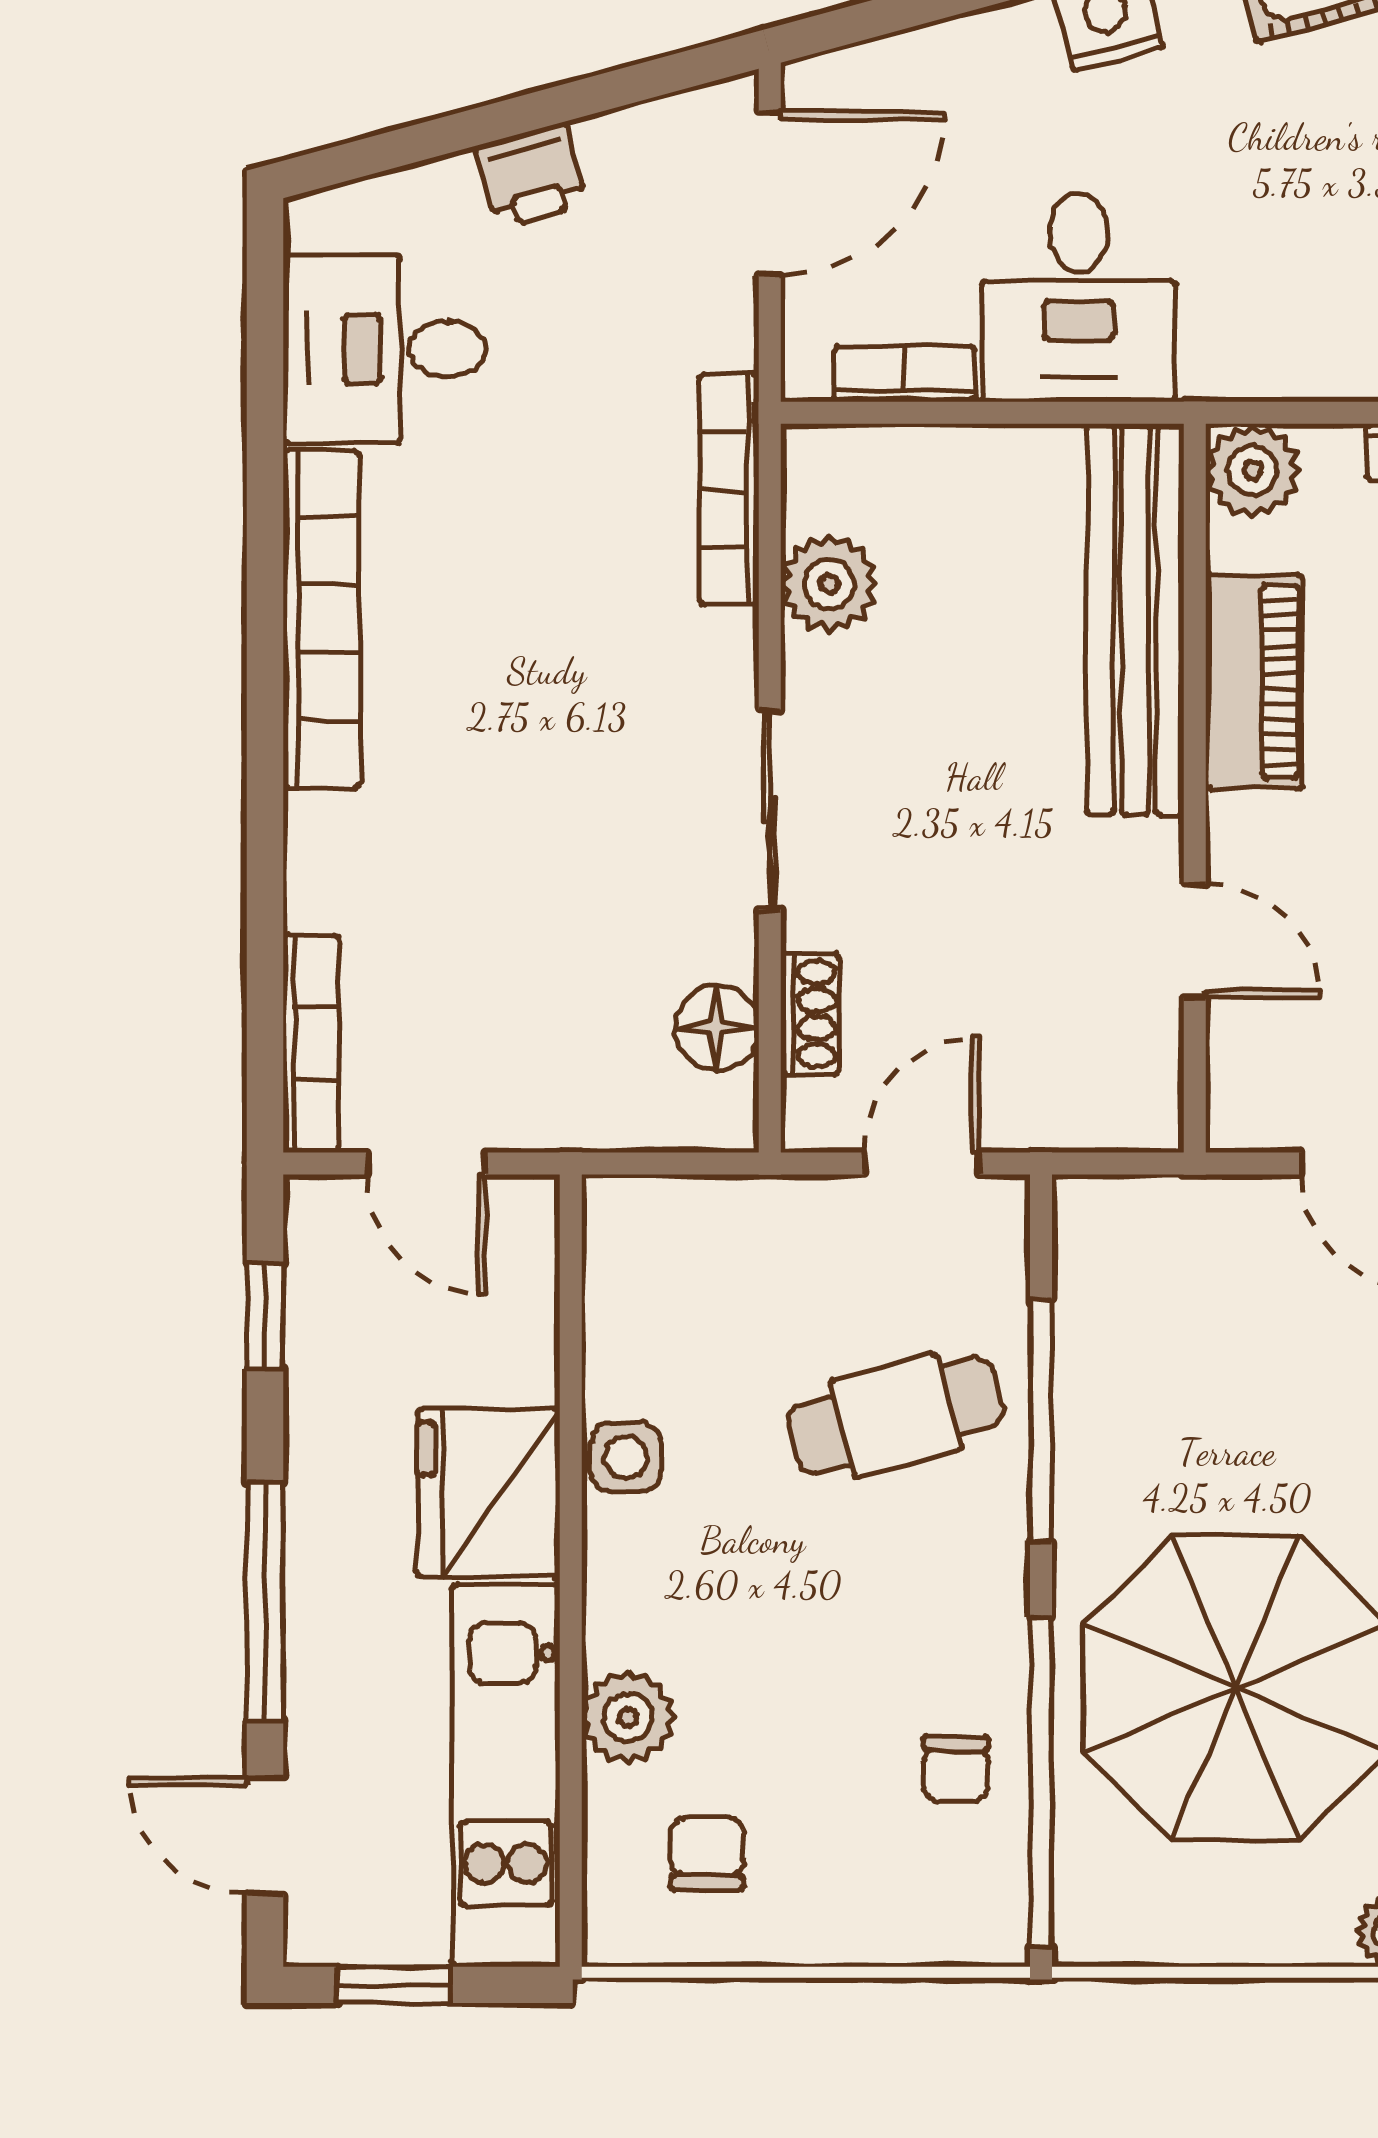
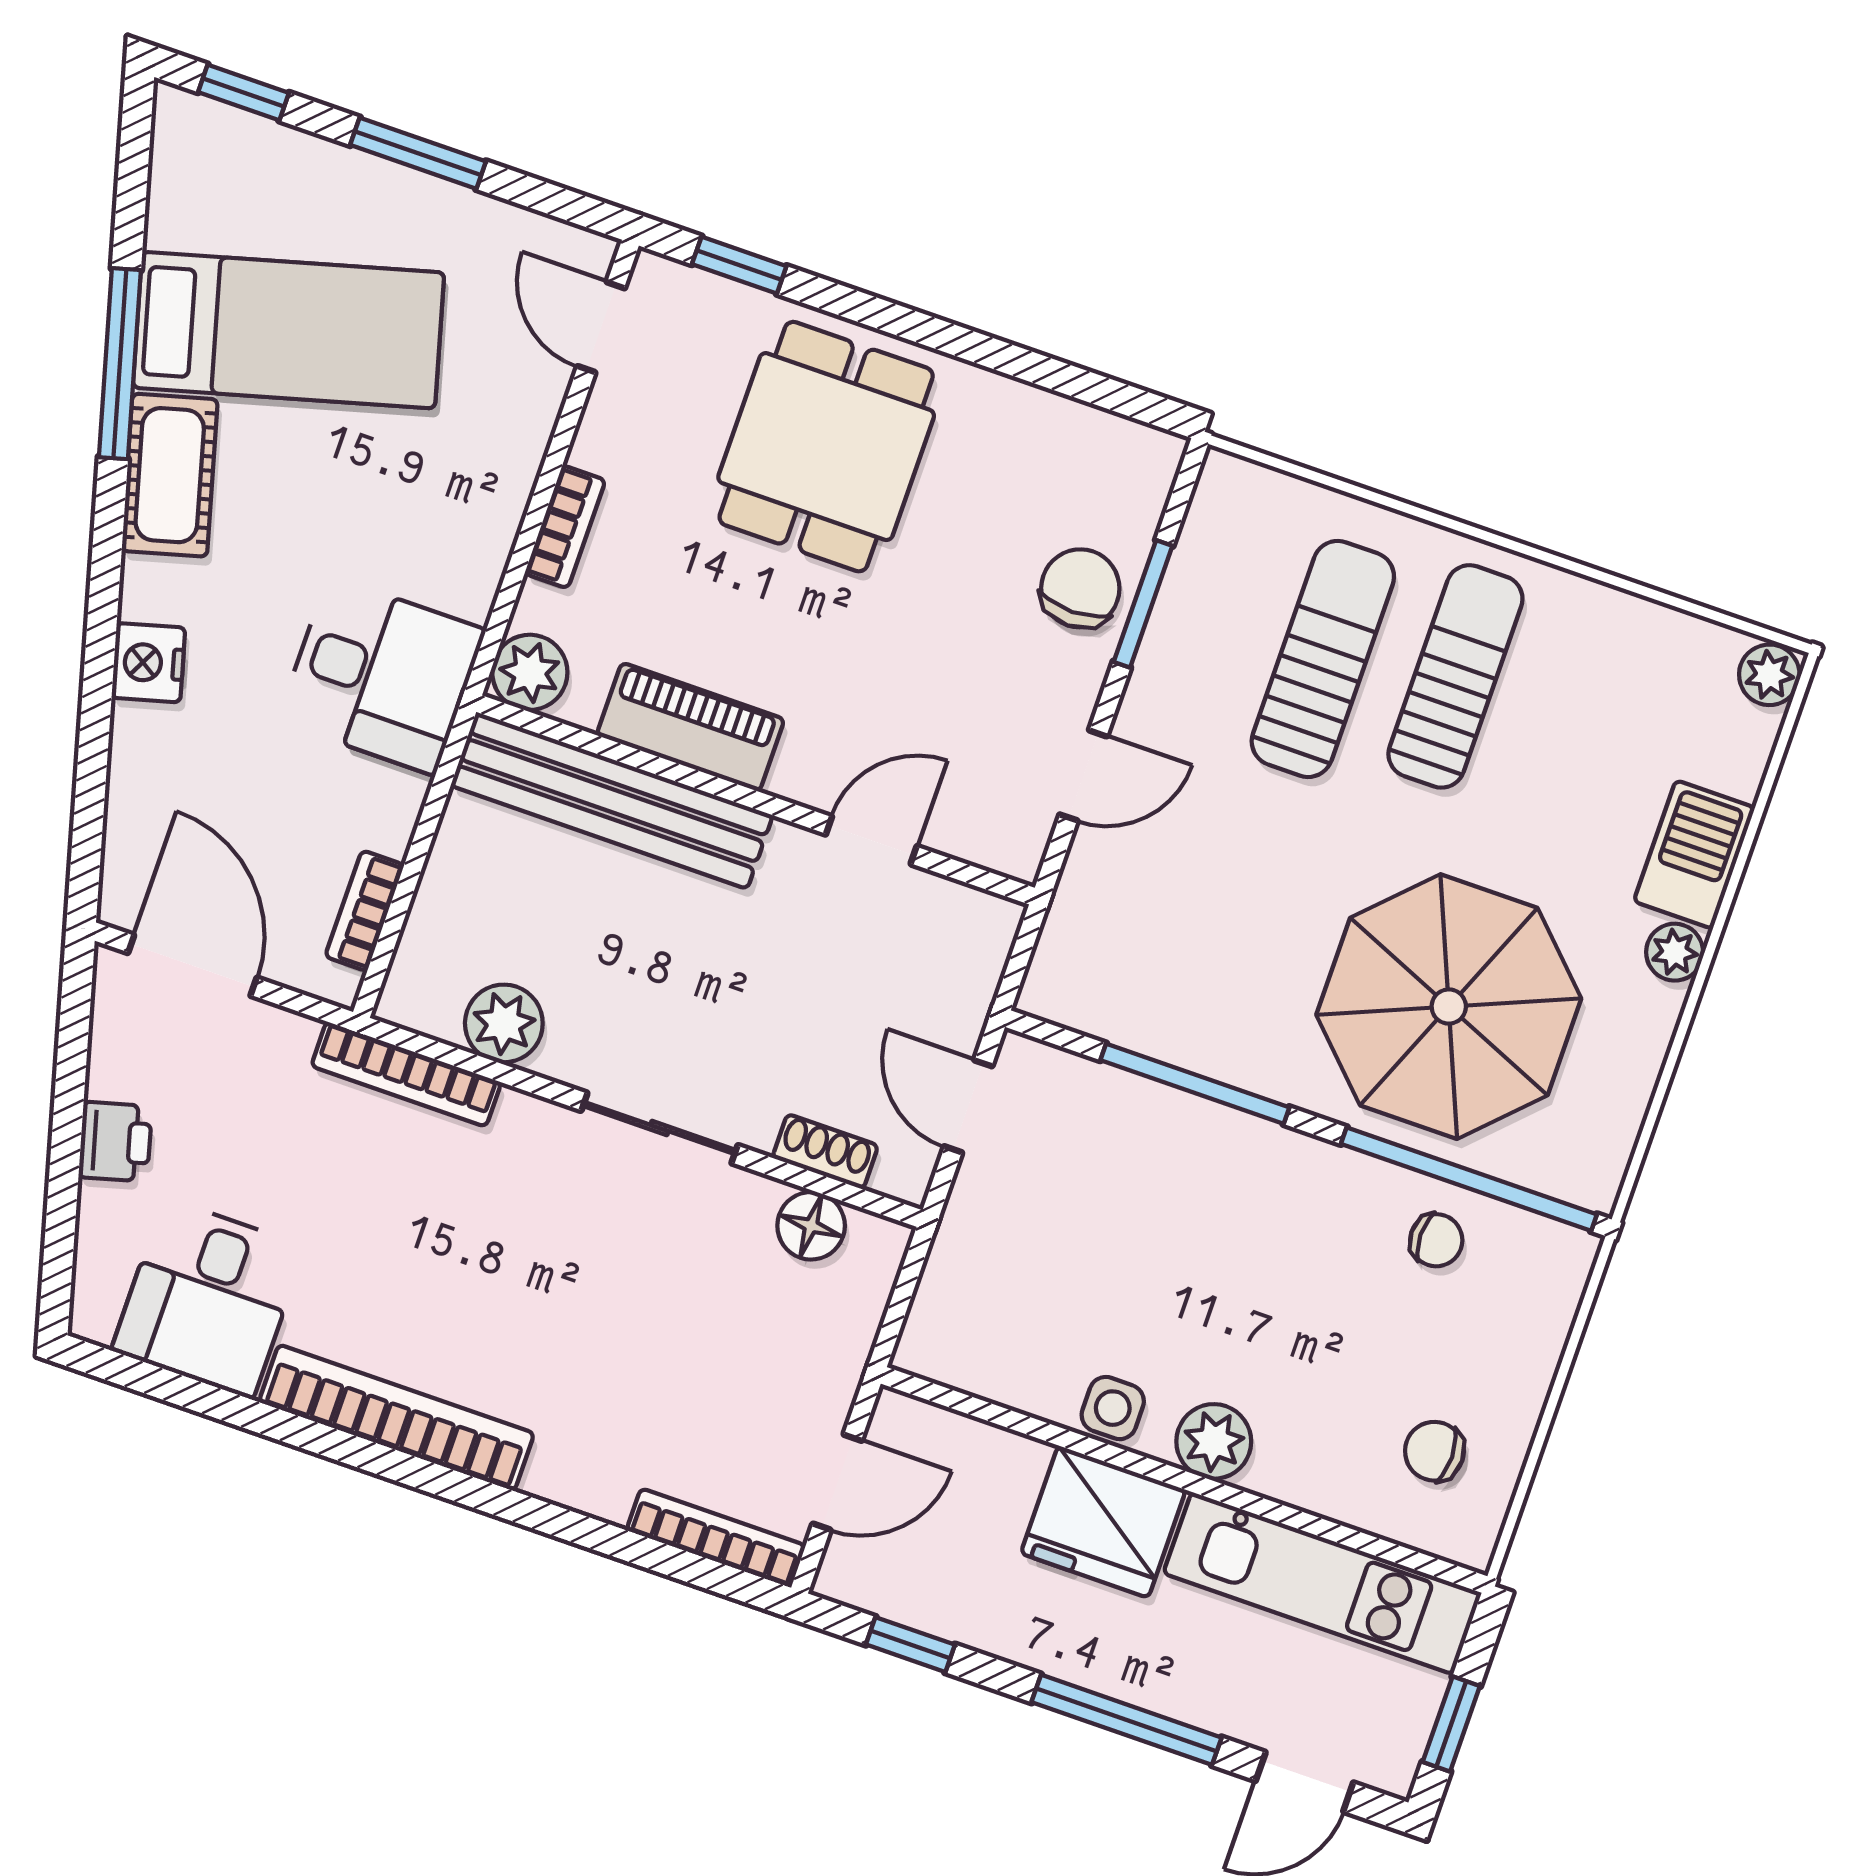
desk: (1079, 298) -> (382, 675), moved
cafe table: (896, 1416) -> (1152, 1193), removed
plant: (628, 1717) -> (1214, 1441), moved

